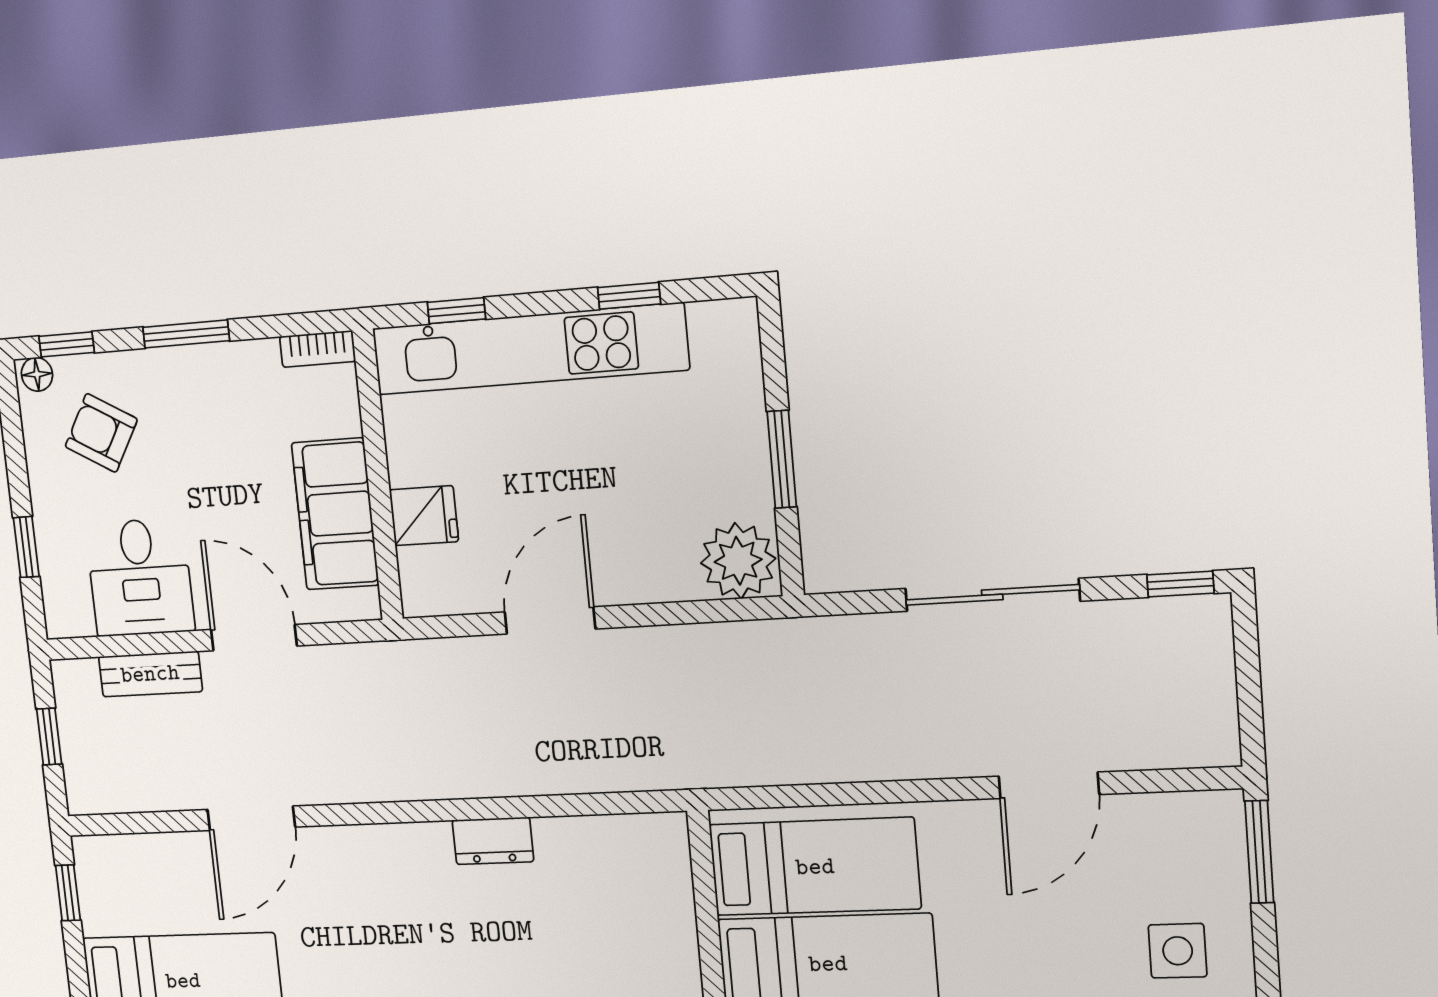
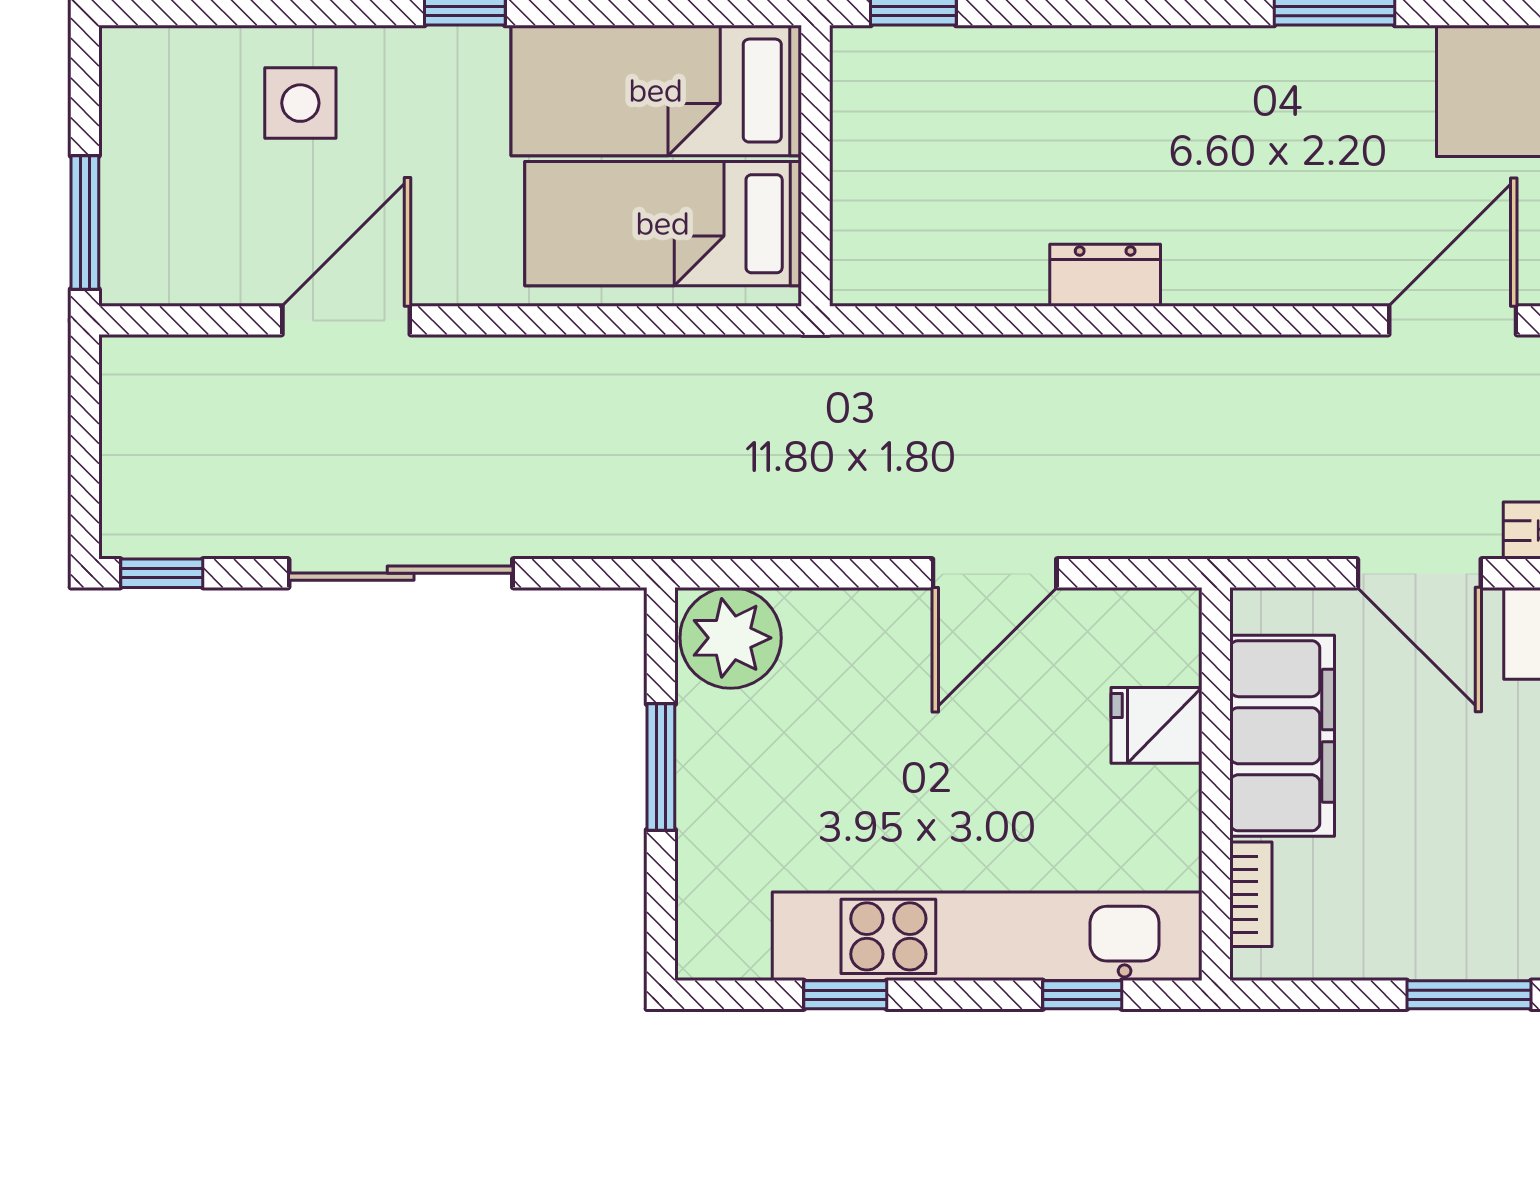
bookcase: (318, 349) -> (1251, 894), moved, turned 90
side table: (1178, 951) -> (300, 103), moved

